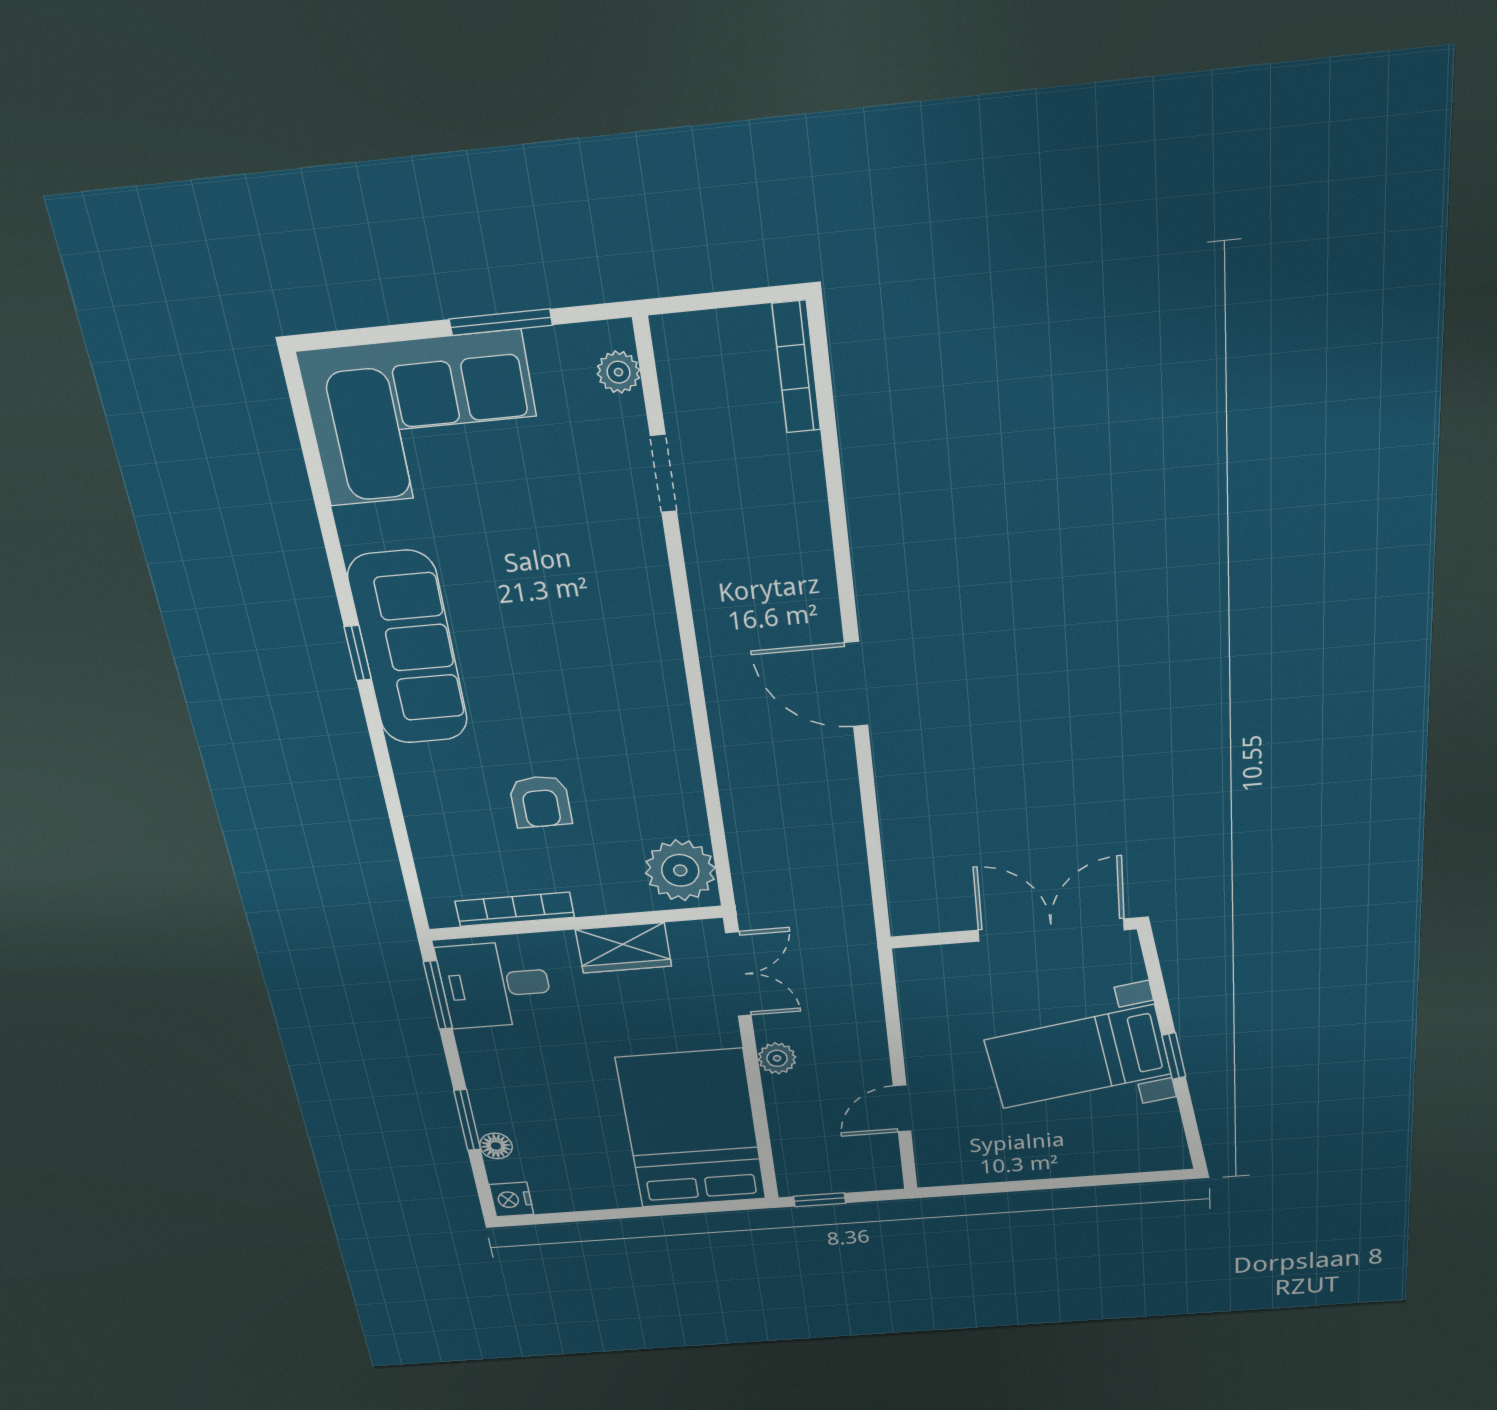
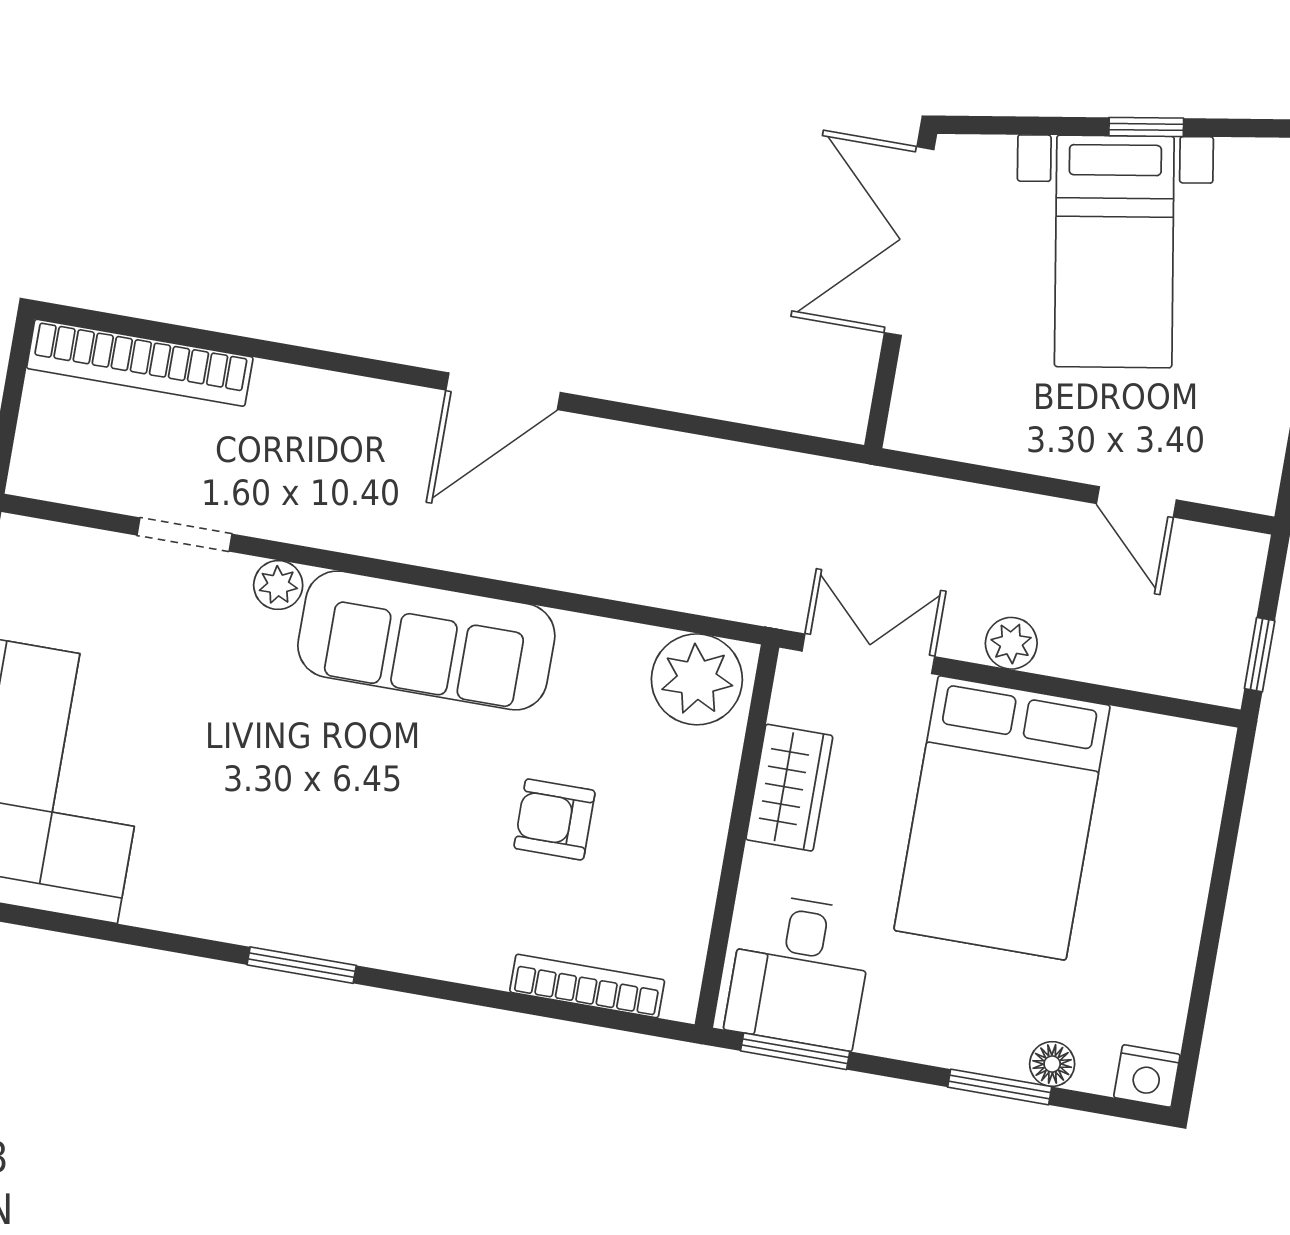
bookcase: (796, 367) -> (140, 363), width x1.48, depth x1.31
plant: (619, 372) -> (278, 585), moved
sofa: (408, 649) -> (426, 640), moved, turned 180
window: (358, 653) -> (302, 965), width x1.50
armchair: (540, 802) -> (555, 819), turned 180
bookcase: (515, 909) -> (587, 986), moved, turned 90
bed: (692, 1129) -> (1002, 818), moved, turned -90

